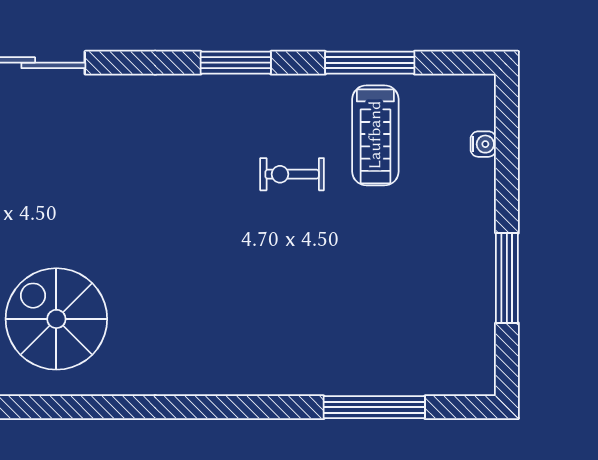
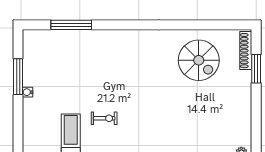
water cooler: (483, 144) -> (28, 92), moved

